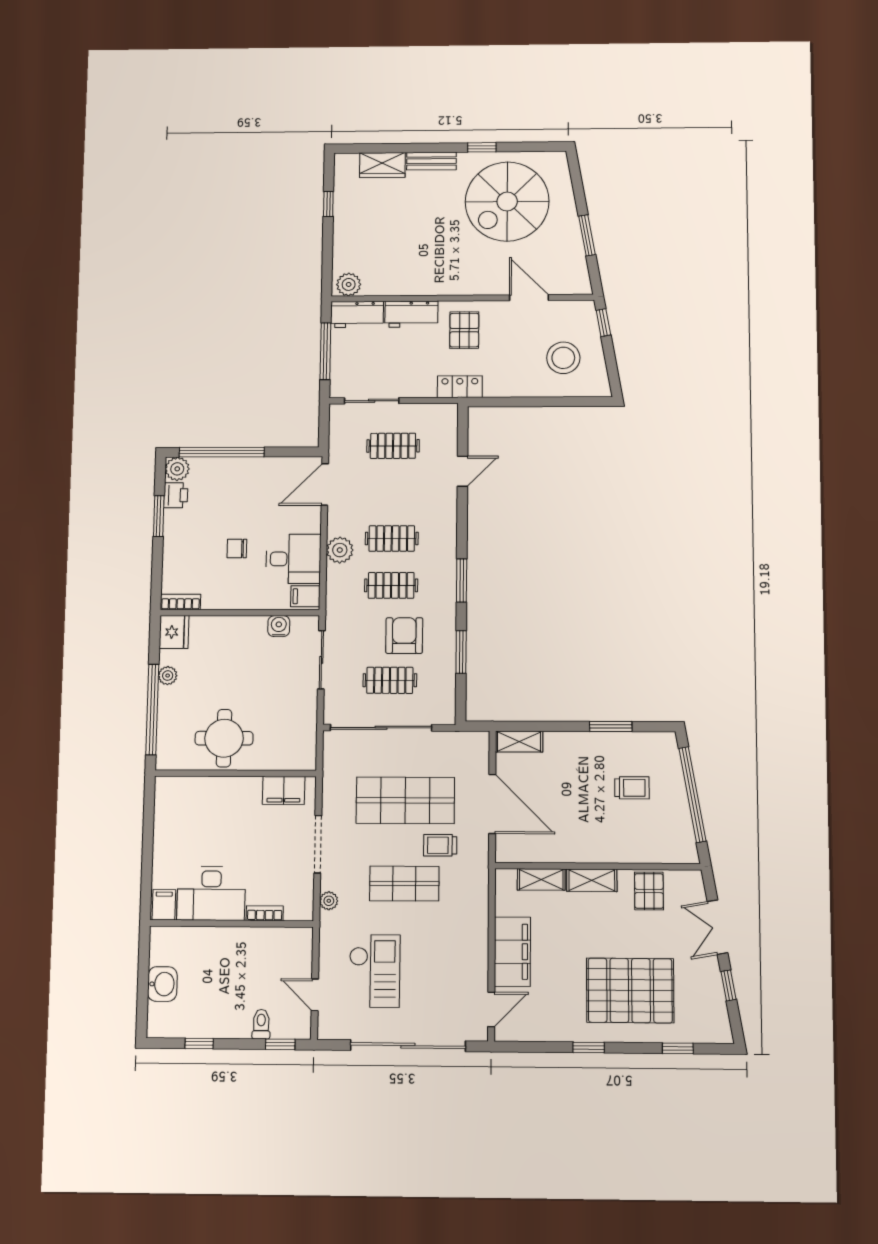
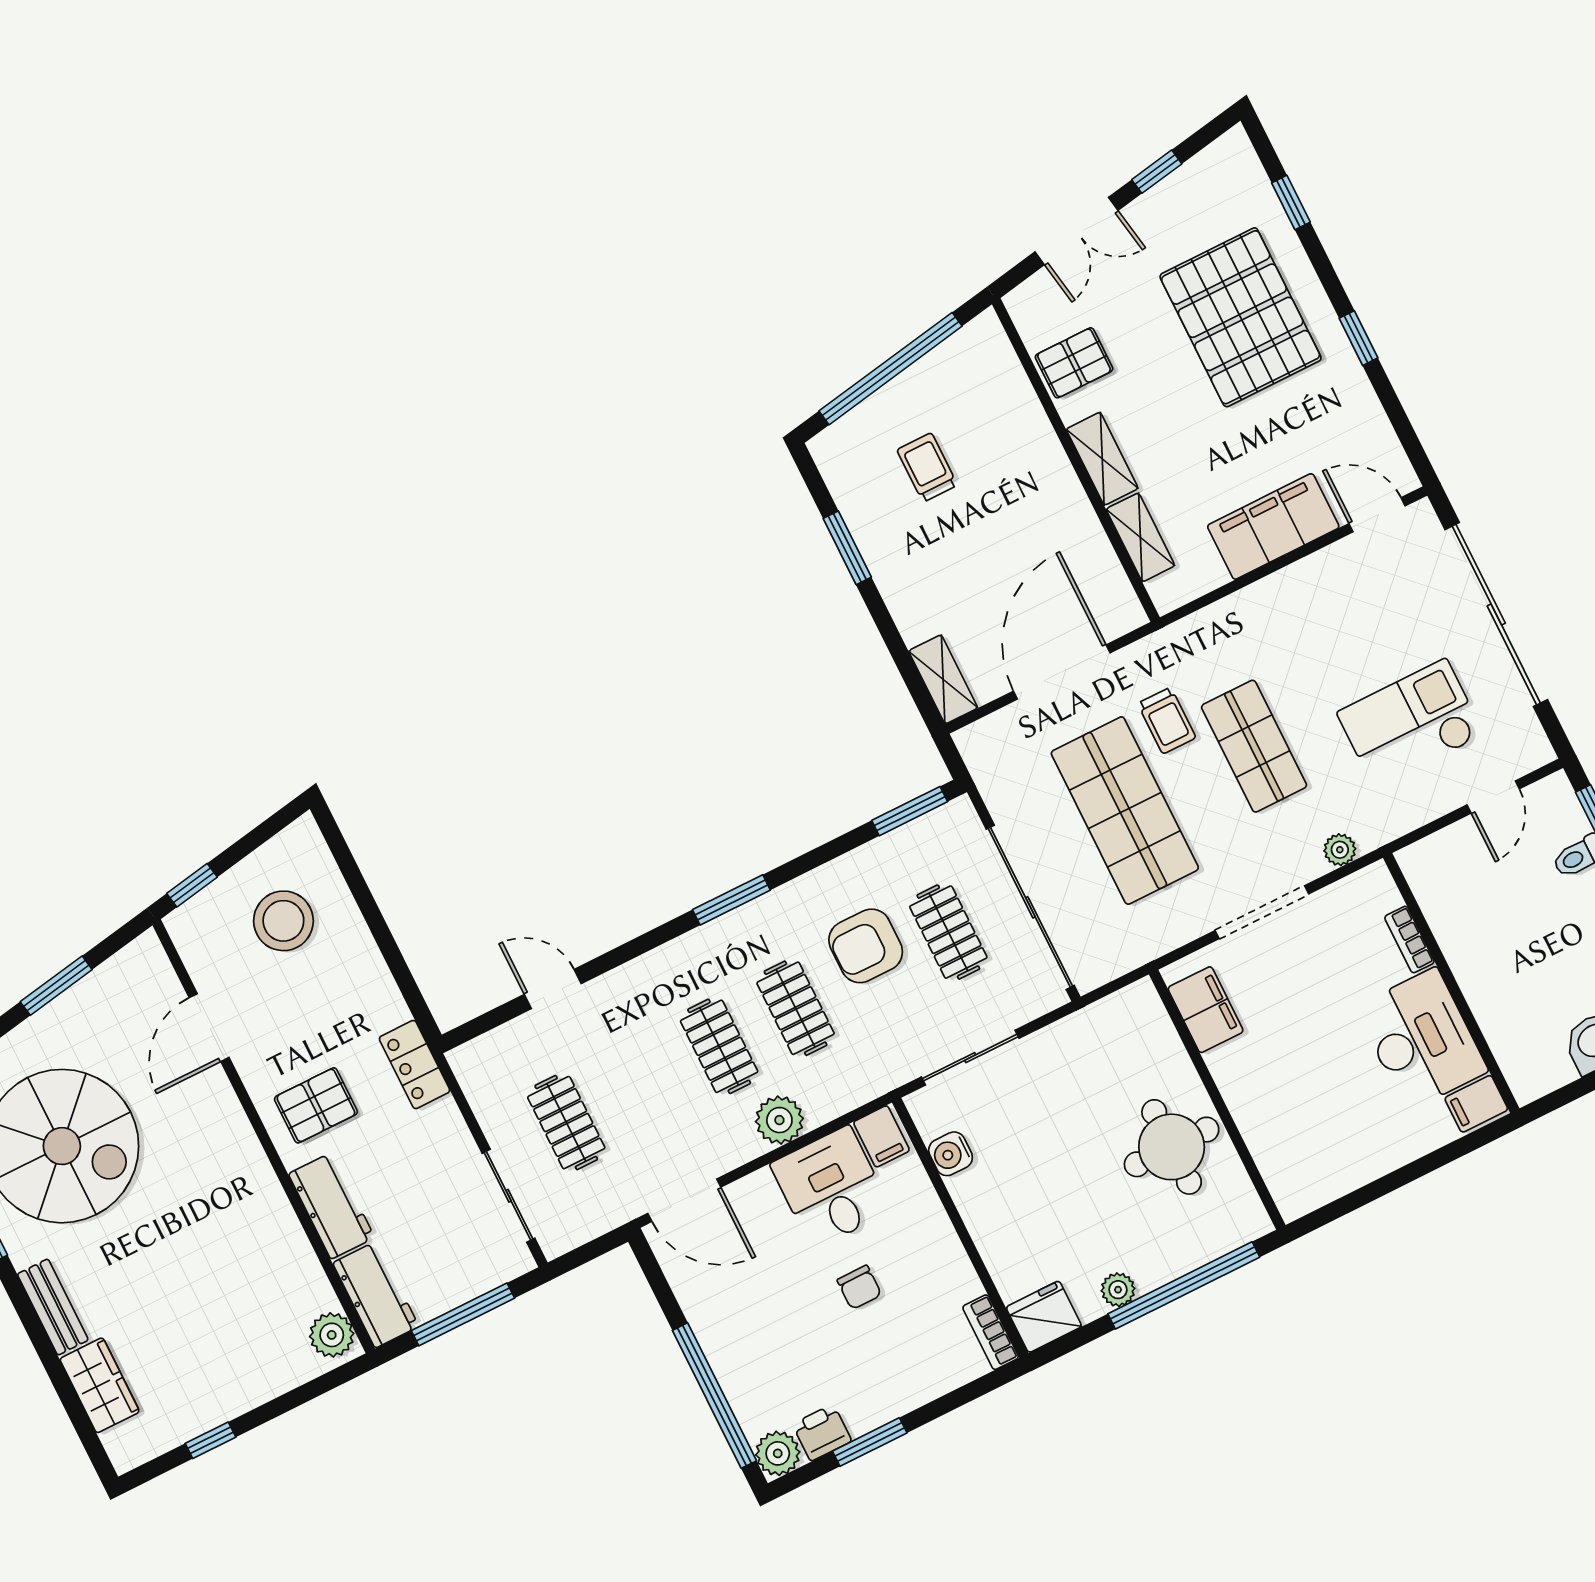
window: (461, 652) -> (910, 811), moved

